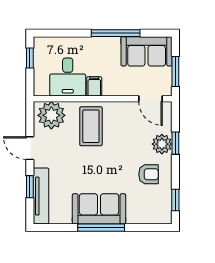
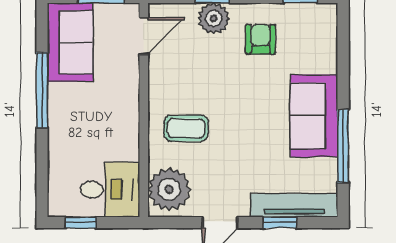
desk: (68, 77) -> (110, 190), moved
filing cabinet: (94, 86) -> (125, 123), removed
coffee table: (91, 126) -> (186, 128), width x0.73, depth x0.77
window: (101, 228) -> (343, 146), moved

